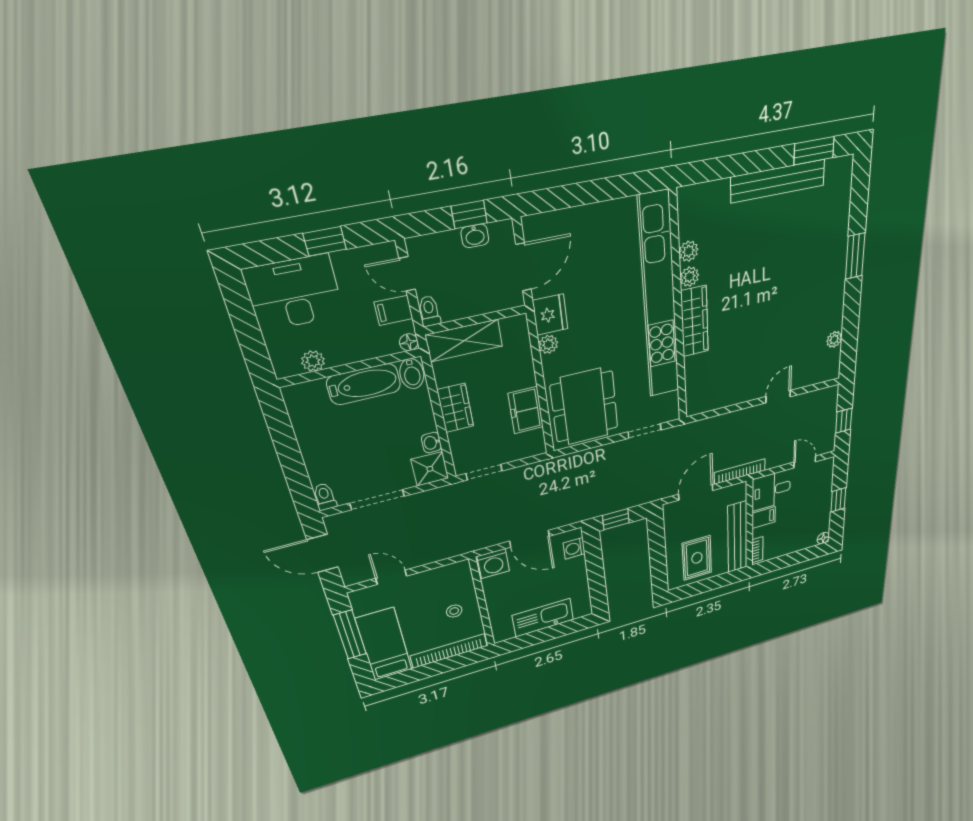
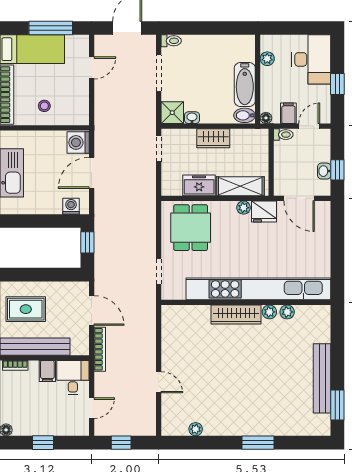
shelving: (464, 341) -> (240, 186), moved, turned 90
dining table: (584, 407) -> (191, 228), width x0.73

